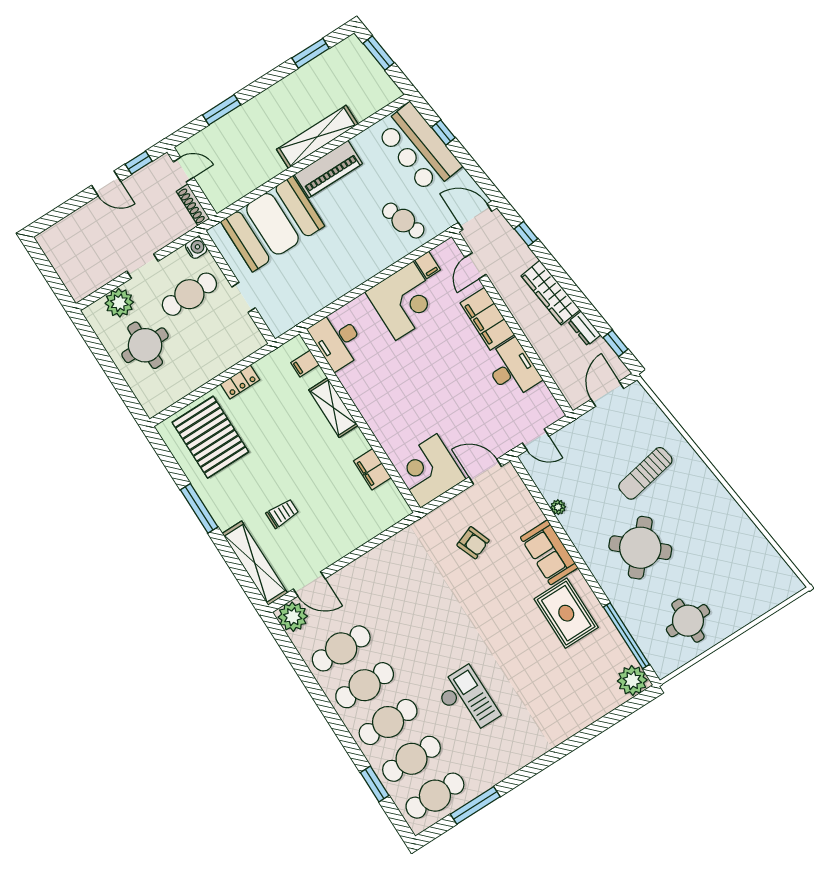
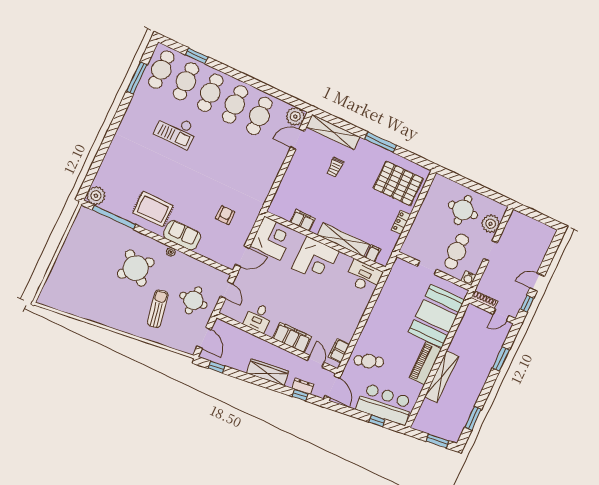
door: (475, 217) -> (332, 387), hinge flipped
filing cabinet: (428, 265) -> (339, 351), width x2.00
corner desk: (404, 301) -> (315, 260), moved, turned -90
dresser: (584, 328) -> (303, 386), moved
desk: (512, 369) -> (258, 318), width x0.73
shelving: (333, 408) -> (343, 240), width x1.47
door: (536, 440) -> (227, 290), swing flipped
plant: (558, 507) -> (171, 252), moved
armchair: (473, 543) -> (225, 215), turned 111
round table: (688, 621) -> (193, 300), moved

